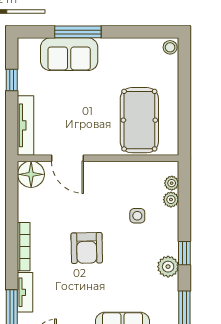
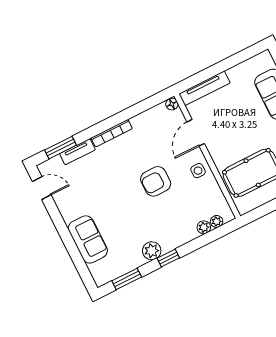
window: (12, 80) -> (234, 60), removed
floor lamp: (31, 174) -> (172, 104), width x0.53, depth x0.53
side table: (137, 216) -> (198, 171), moved
armchair: (87, 248) -> (156, 181), moved

